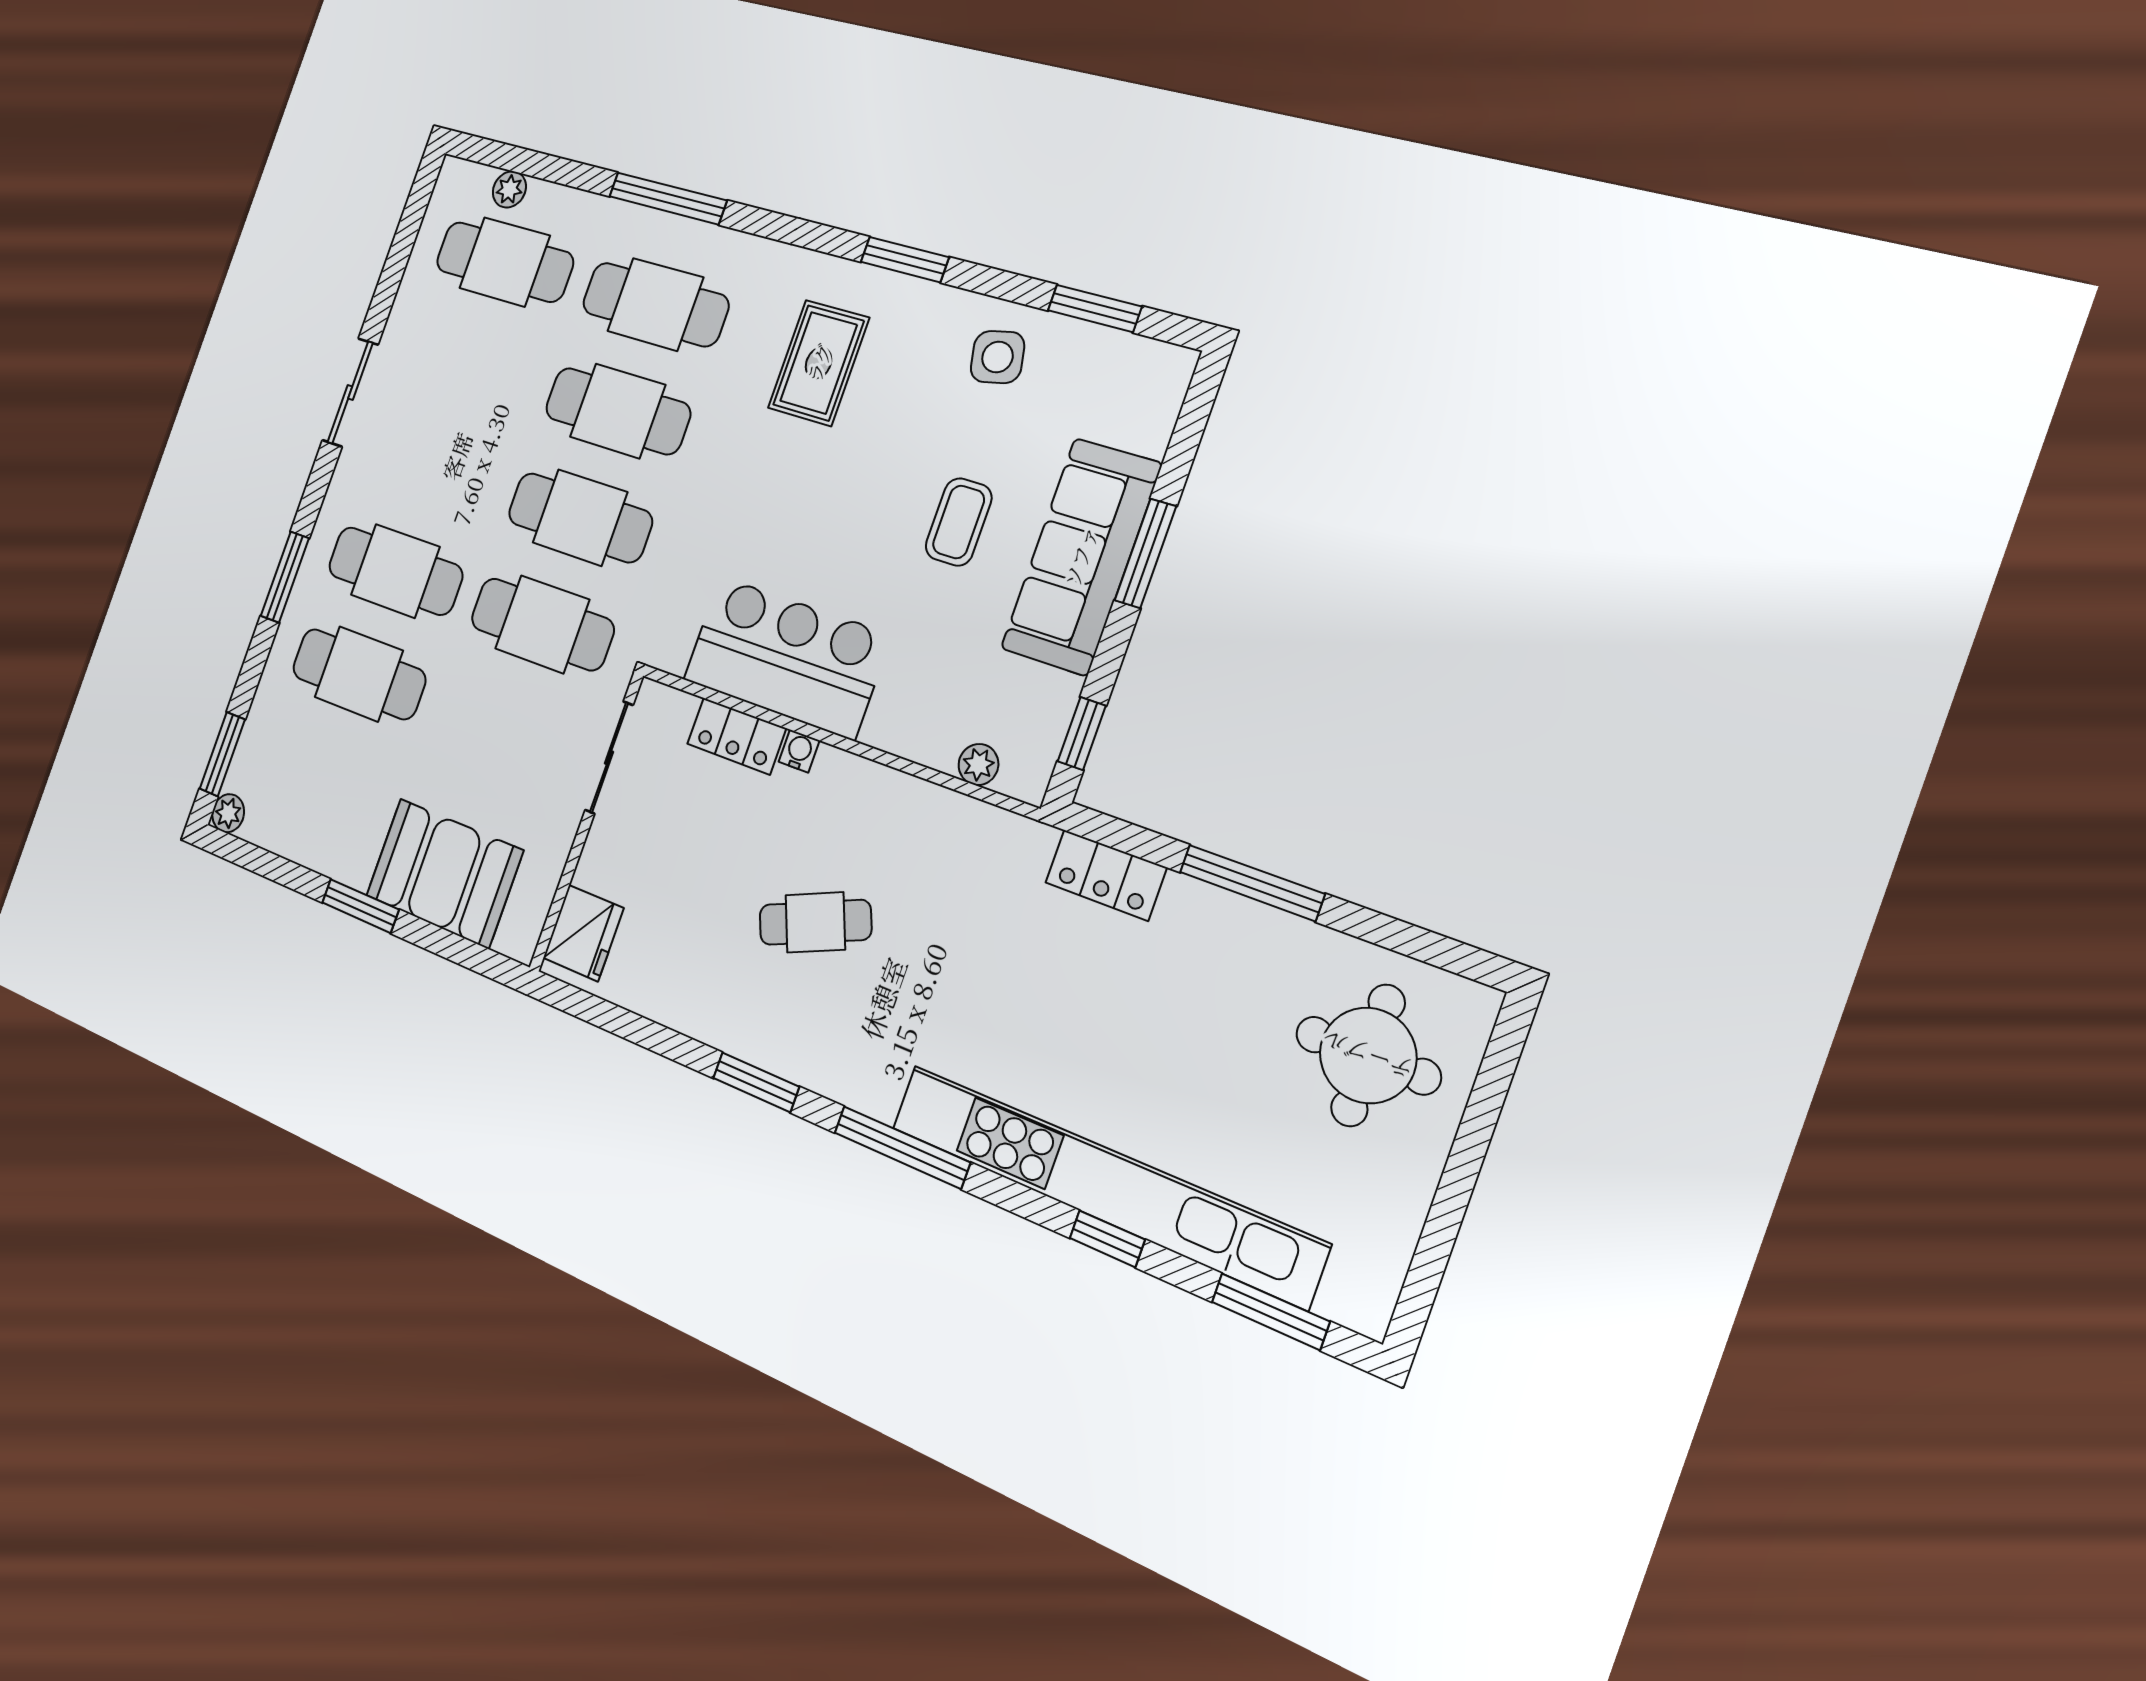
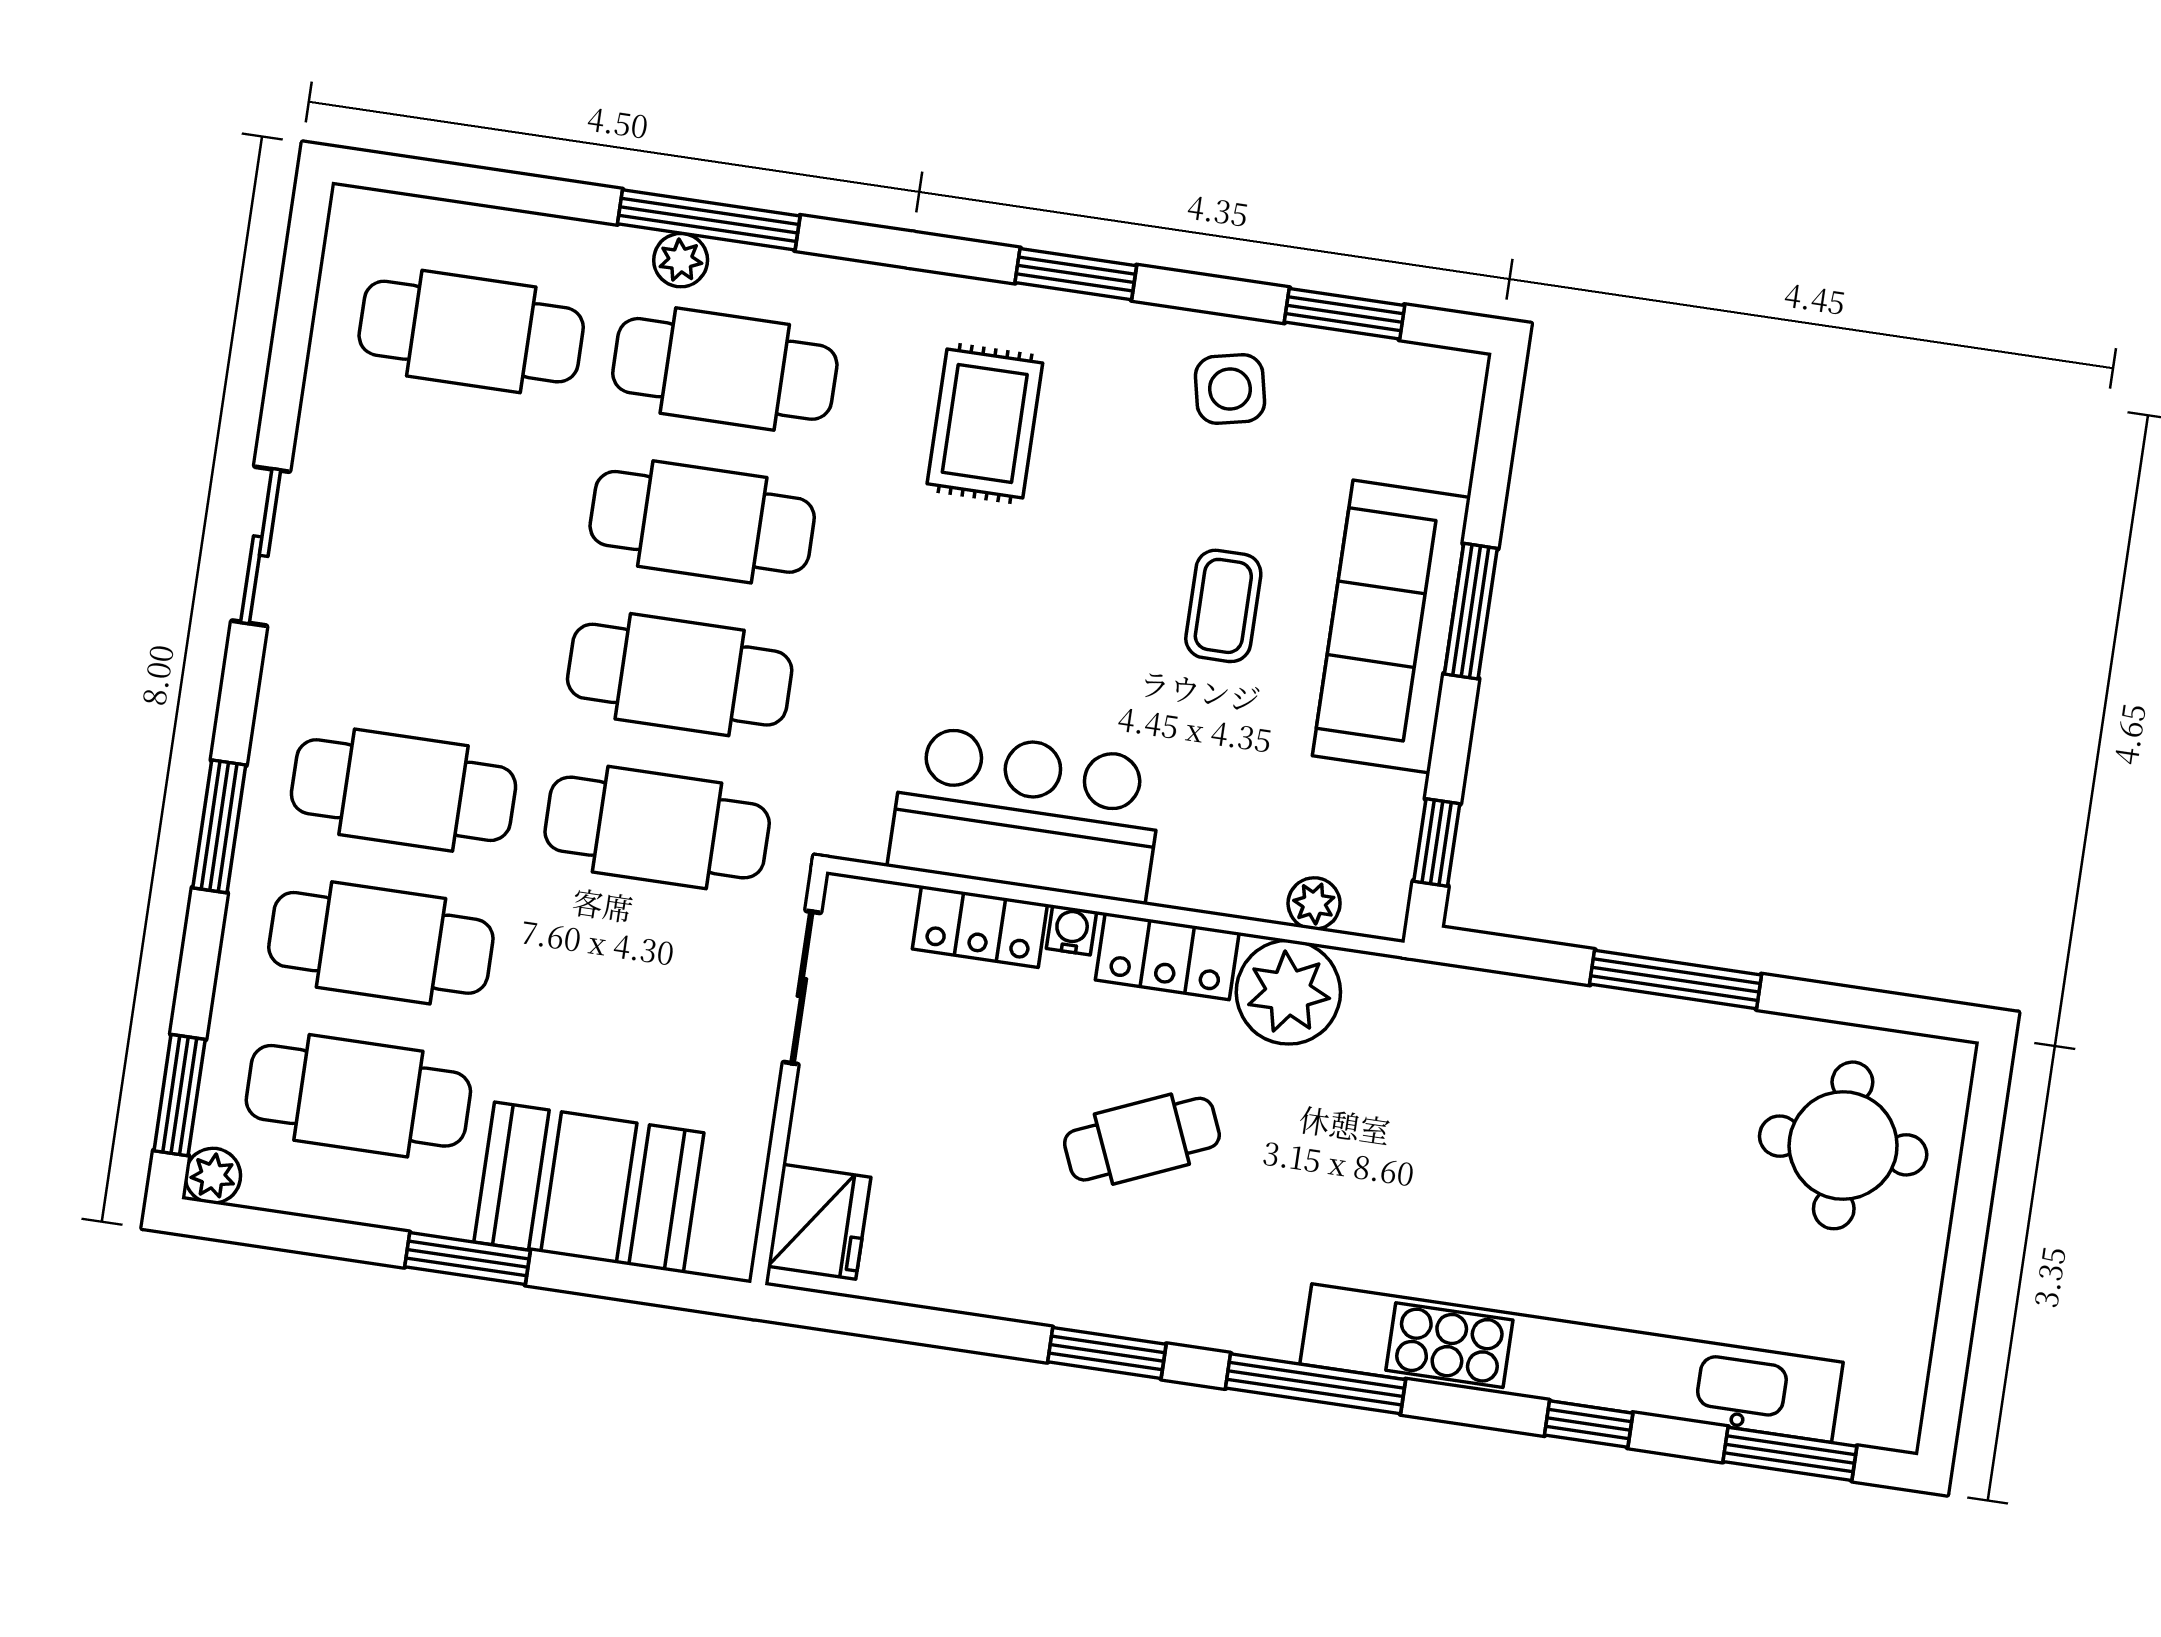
plant: (509, 189) -> (681, 260), moved
cafe table: (322, 777) -> (358, 1096), added
plant: (945, 831) -> (1288, 992), added
locker: (1106, 875) -> (1167, 956), moved

